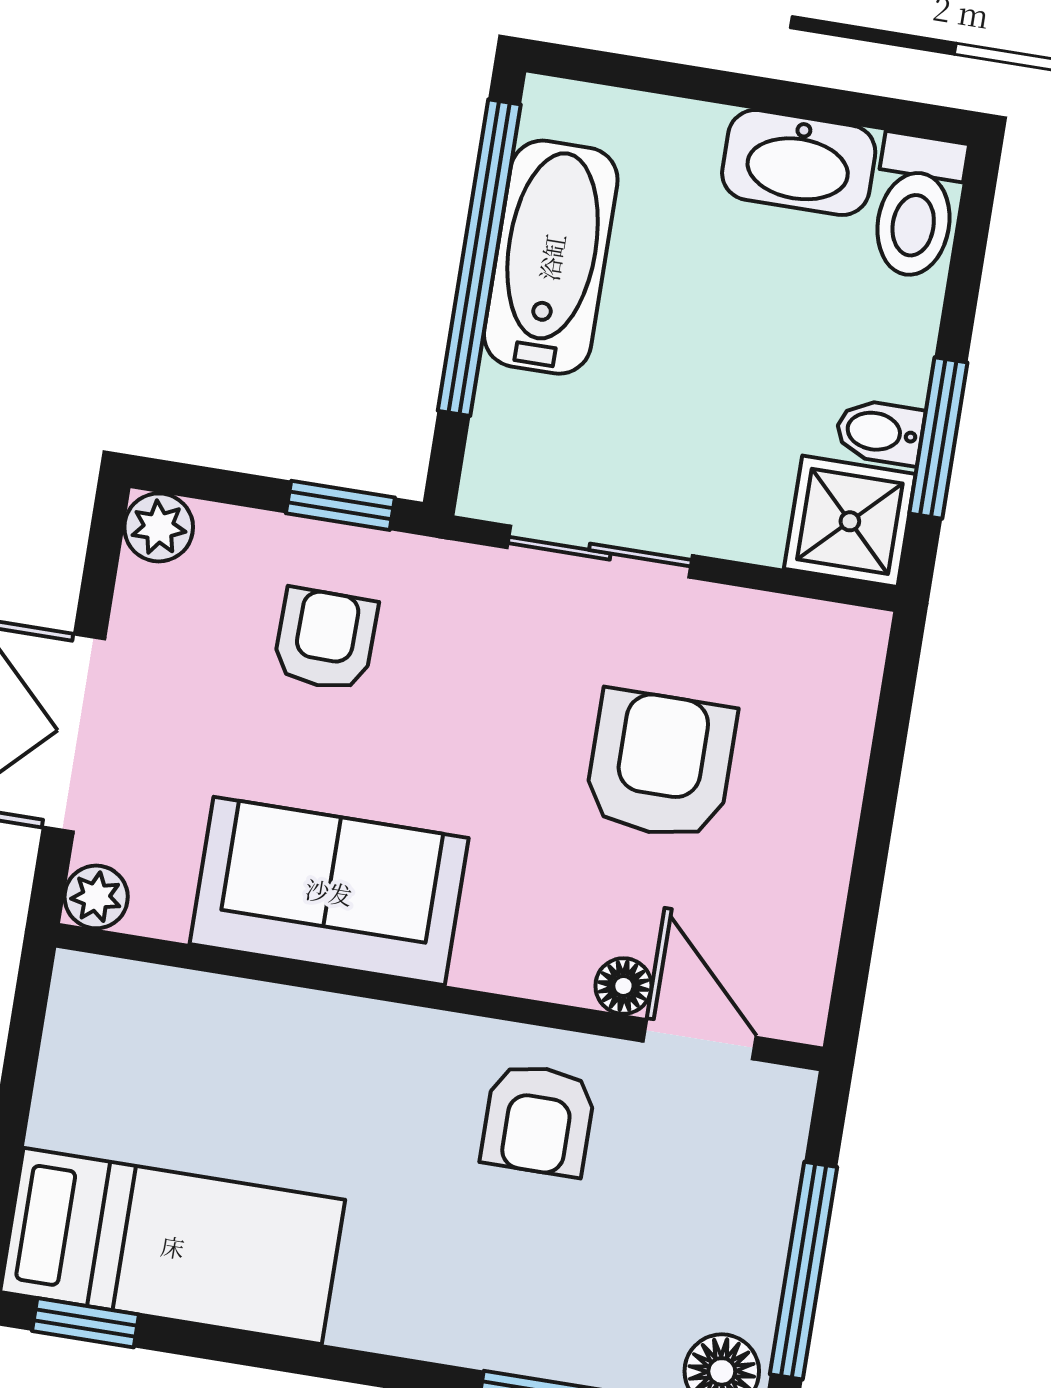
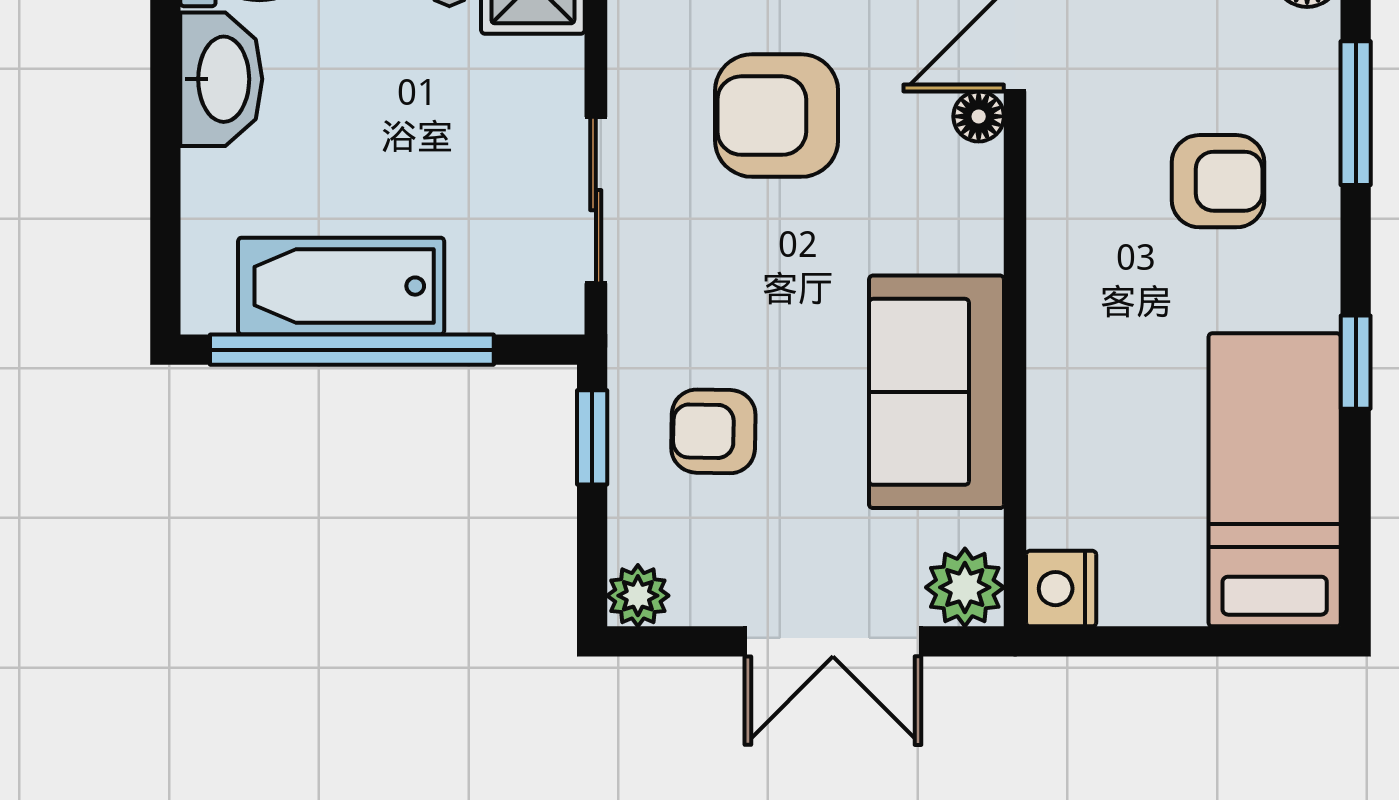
plant: (96, 897) -> (965, 587), width x1.38, depth x1.38
nightstand: (91, 993) -> (1061, 589), added
armchair: (538, 1120) -> (1218, 181), moved
window: (85, 1323) -> (1356, 362), moved

